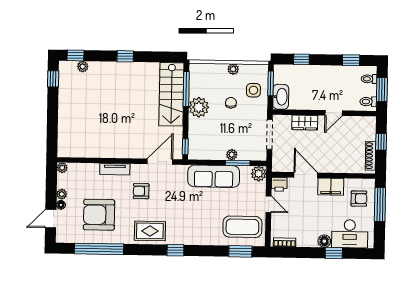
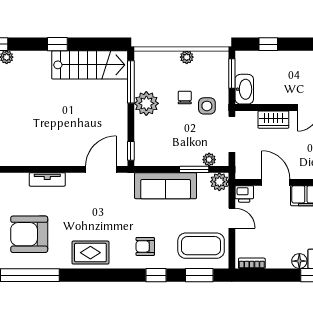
side table: (253, 90) -> (207, 106), moved
stairs: (171, 94) -> (90, 65), moved, turned -90
plant: (232, 155) -> (209, 160), moved
armchair: (141, 191) -> (145, 246), moved
window: (175, 250) -> (156, 275), moved

